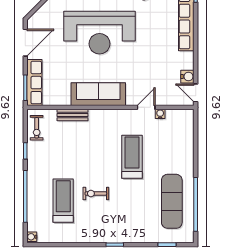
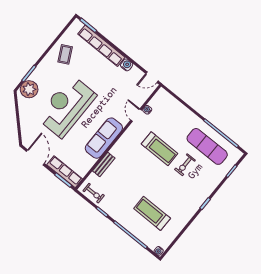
reception desk: (100, 33) -> (66, 106), turned 180
water cooler: (187, 77) -> (127, 65), moved
treadmill: (132, 157) -> (160, 149), turned 180
exercise bike: (96, 194) -> (185, 165), moved

